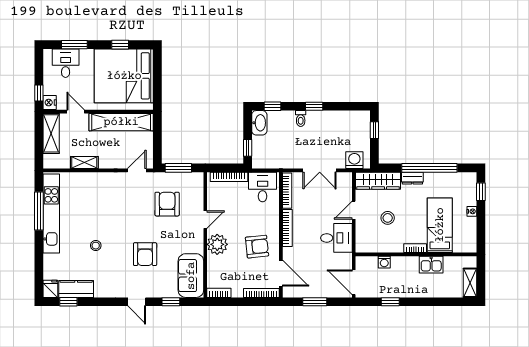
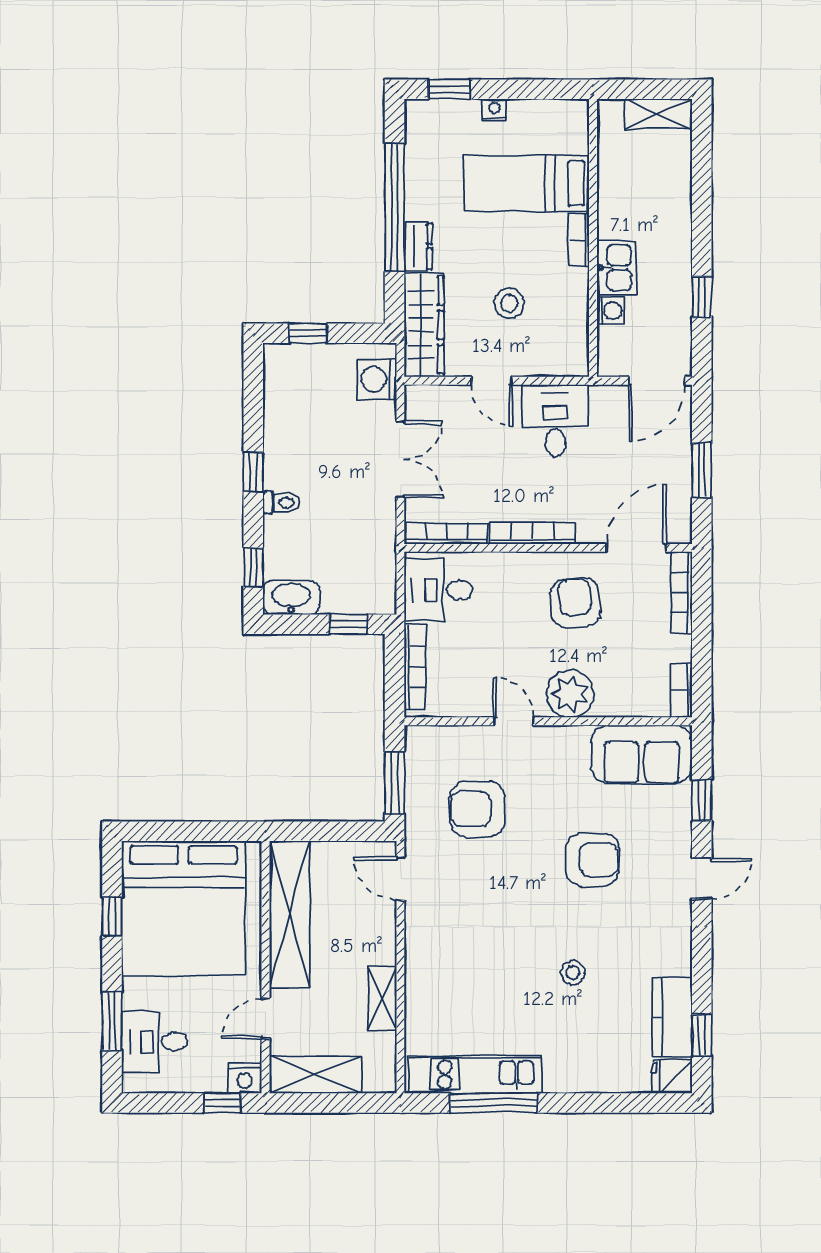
kitchen unit: (51, 214) -> (475, 1074), width x0.73
kitchen sink: (431, 265) -> (616, 268), moved

